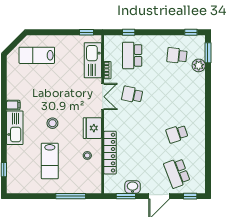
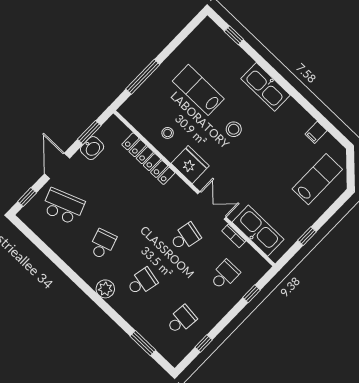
window: (86, 32) -> (307, 236), moved
window: (191, 32) -> (204, 343), moved
window: (208, 53) -> (143, 343), moved
school desk: (132, 55) -> (225, 275), width x0.54
plant: (199, 65) -> (105, 289), moved
school desk: (177, 95) -> (142, 282), added
double door: (103, 97) -> (212, 205), swing flipped
filing cabinet: (13, 105) -> (316, 132), moved

